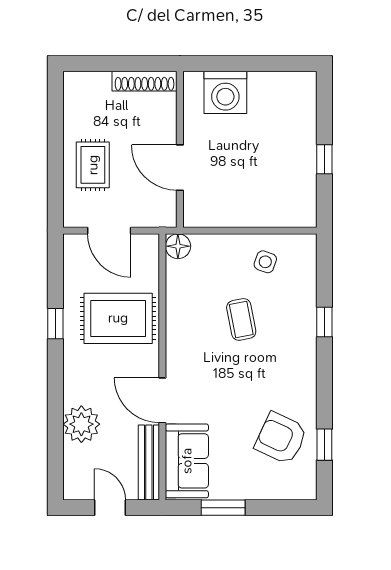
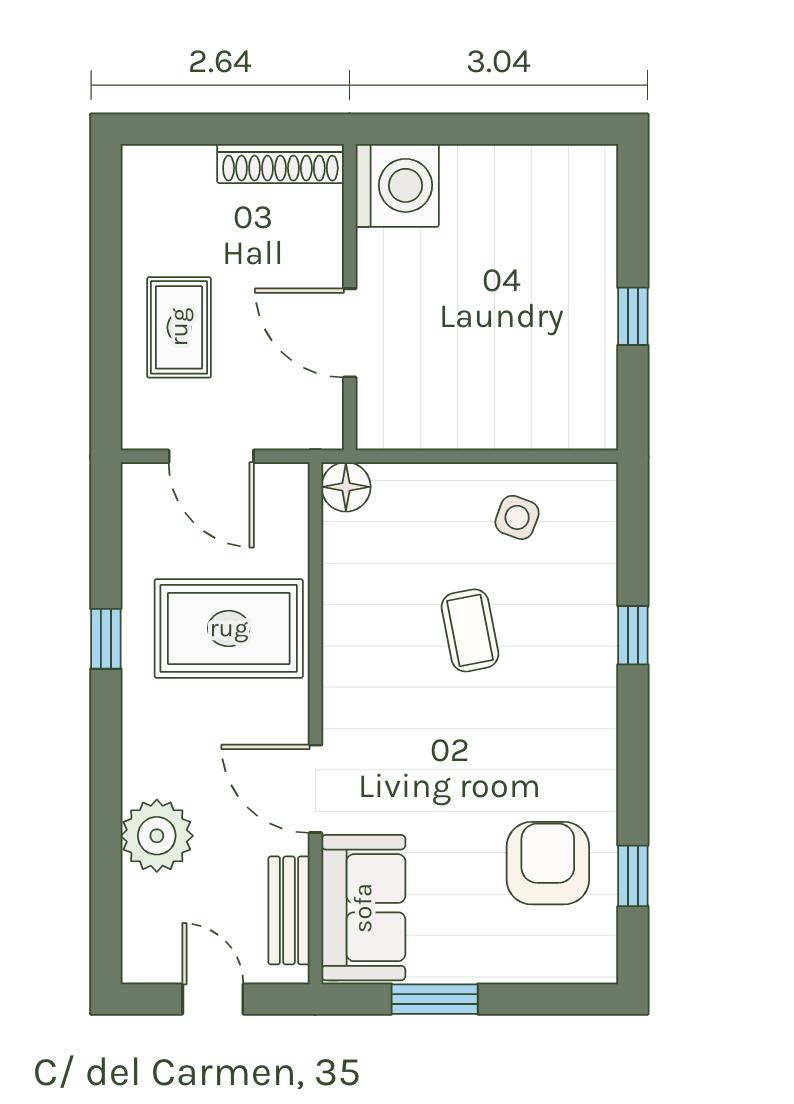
washing machine: (225, 92) -> (397, 185), moved, turned -90
armchair: (281, 438) -> (548, 863), turned 65
bench: (149, 462) -> (289, 910), width x0.73

